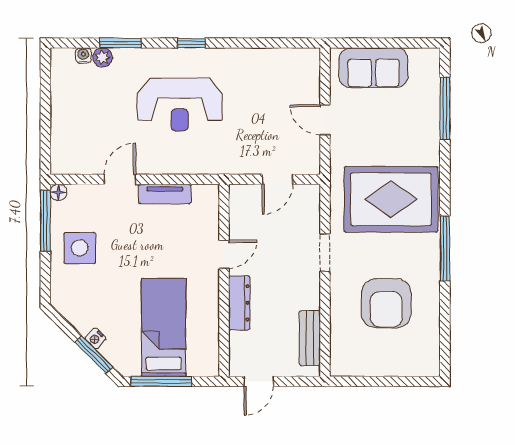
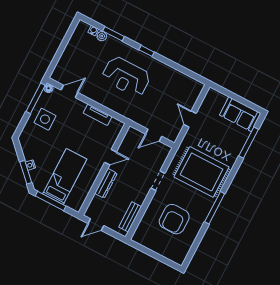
sofa: (373, 68) -> (240, 114), moved
door: (120, 179) -> (69, 91), moved

